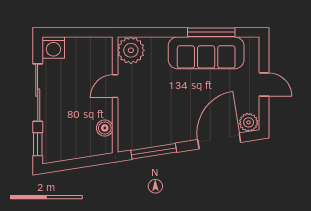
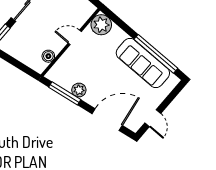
window: (211, 32) -> (156, 54), width x1.46
door: (264, 84) -> (153, 118), moved
plant: (249, 122) -> (79, 90), moved

